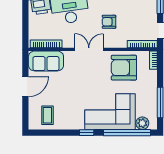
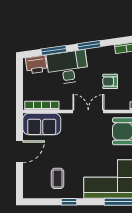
coffee table: (47, 115) -> (57, 178), moved
window: (87, 133) -> (69, 202), moved

